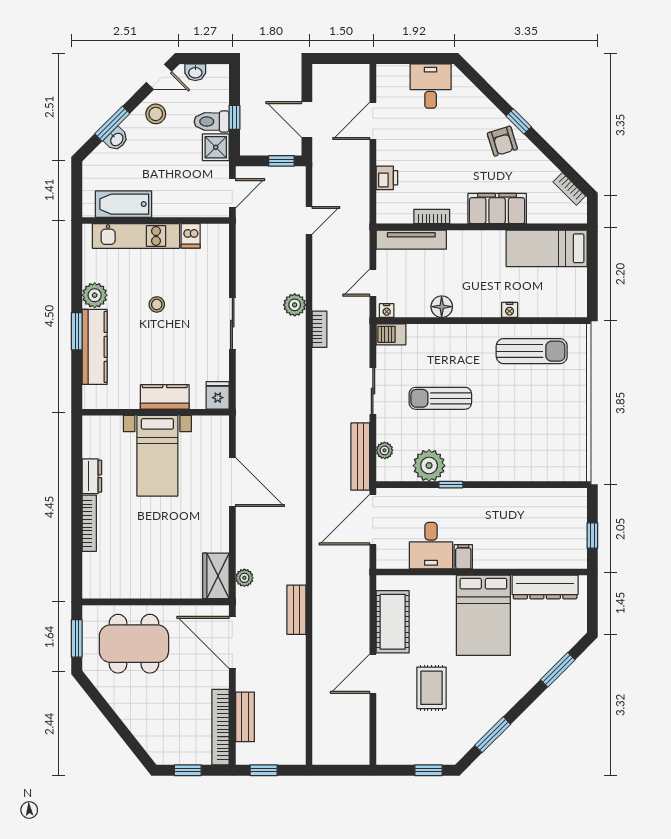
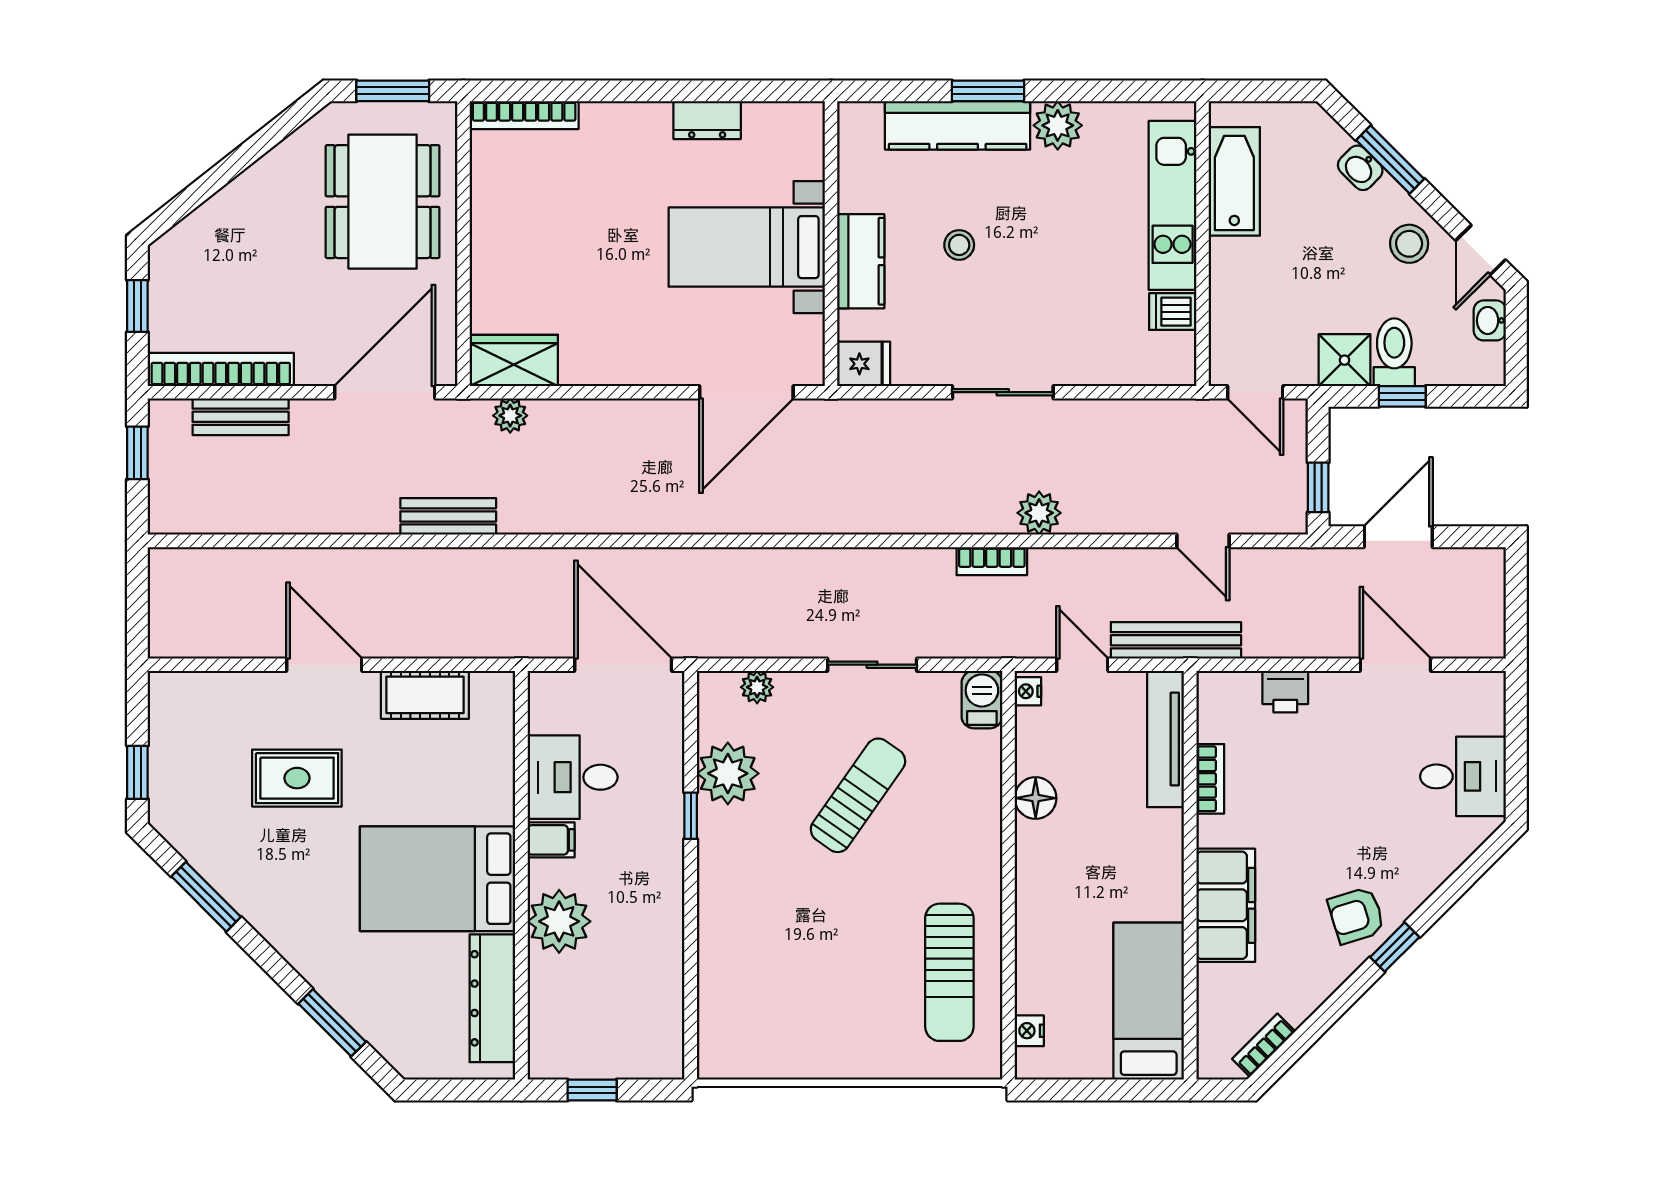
stool: (157, 304) -> (959, 245), moved
nightstand: (510, 310) -> (1029, 1031), moved
sun lounger: (440, 398) -> (858, 795), turned 35
bench: (360, 457) -> (1176, 640), moved
door: (232, 482) -> (746, 392), moved
bookcase: (89, 523) -> (524, 115), moved
plant: (505, 553) -> (559, 921), added
cot: (393, 622) -> (425, 695), width x0.73, depth x0.75

